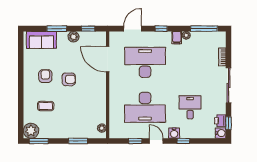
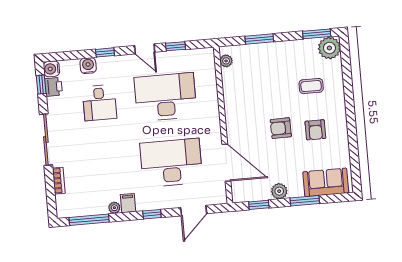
desk: (145, 62) -> (171, 163), turned 180
water cooler: (174, 133) -> (88, 66), moved

